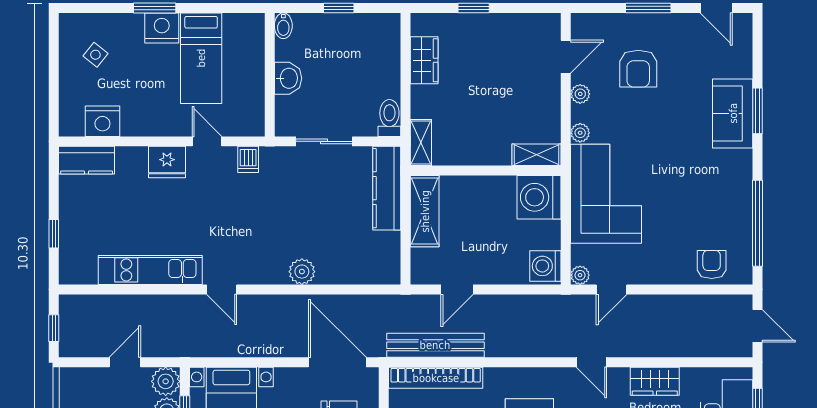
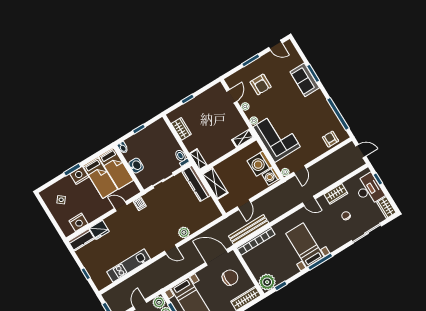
bed: (244, 59) -> (116, 168), added
fridge: (167, 162) -> (99, 230), moved
washing machine: (539, 197) -> (260, 164), moved
door: (222, 289) -> (171, 249), moved

